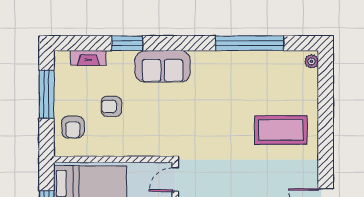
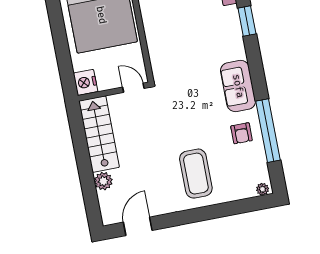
sofa: (163, 66) -> (238, 86), moved
armchair: (111, 106) -> (242, 133), moved, turned 180

